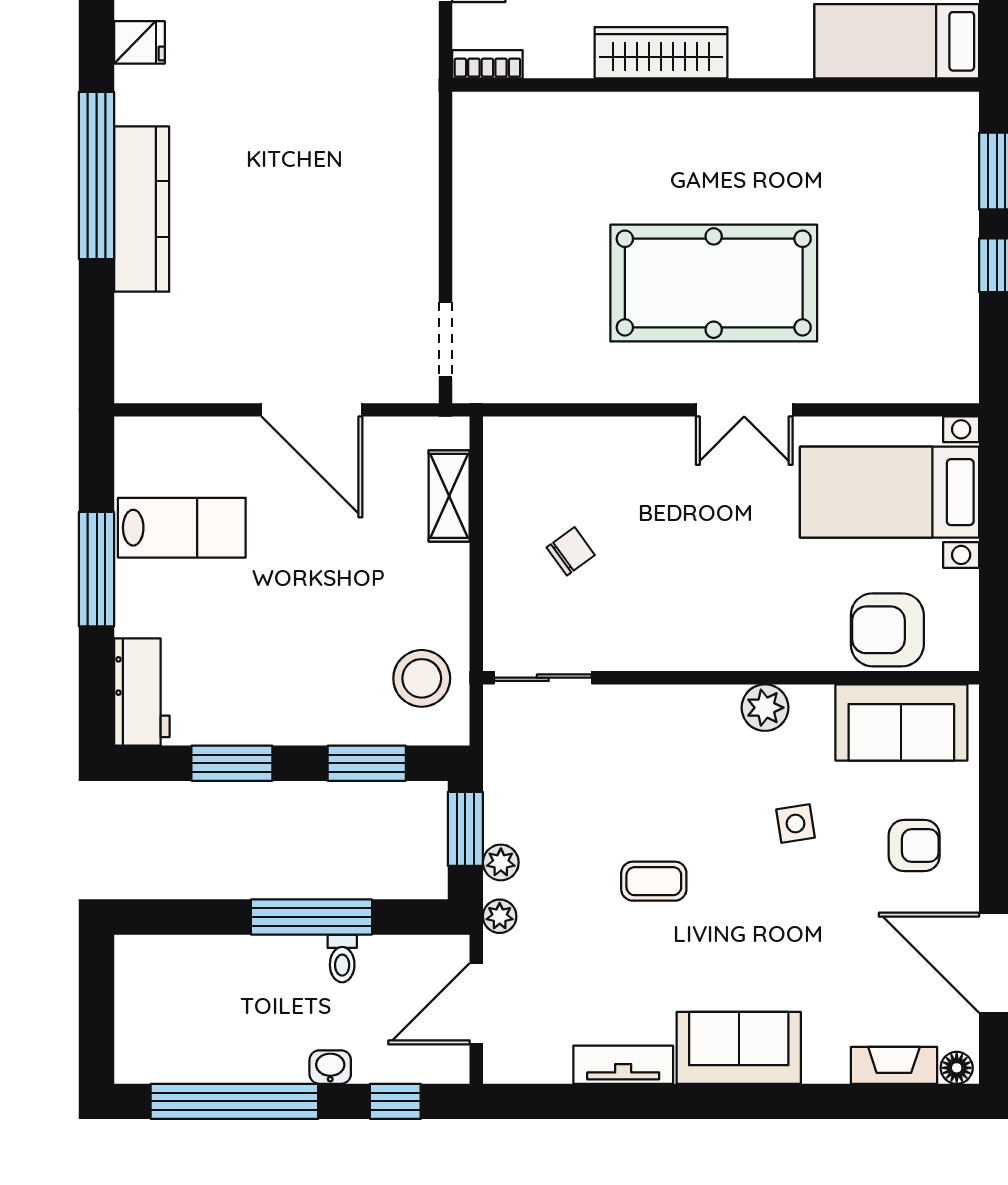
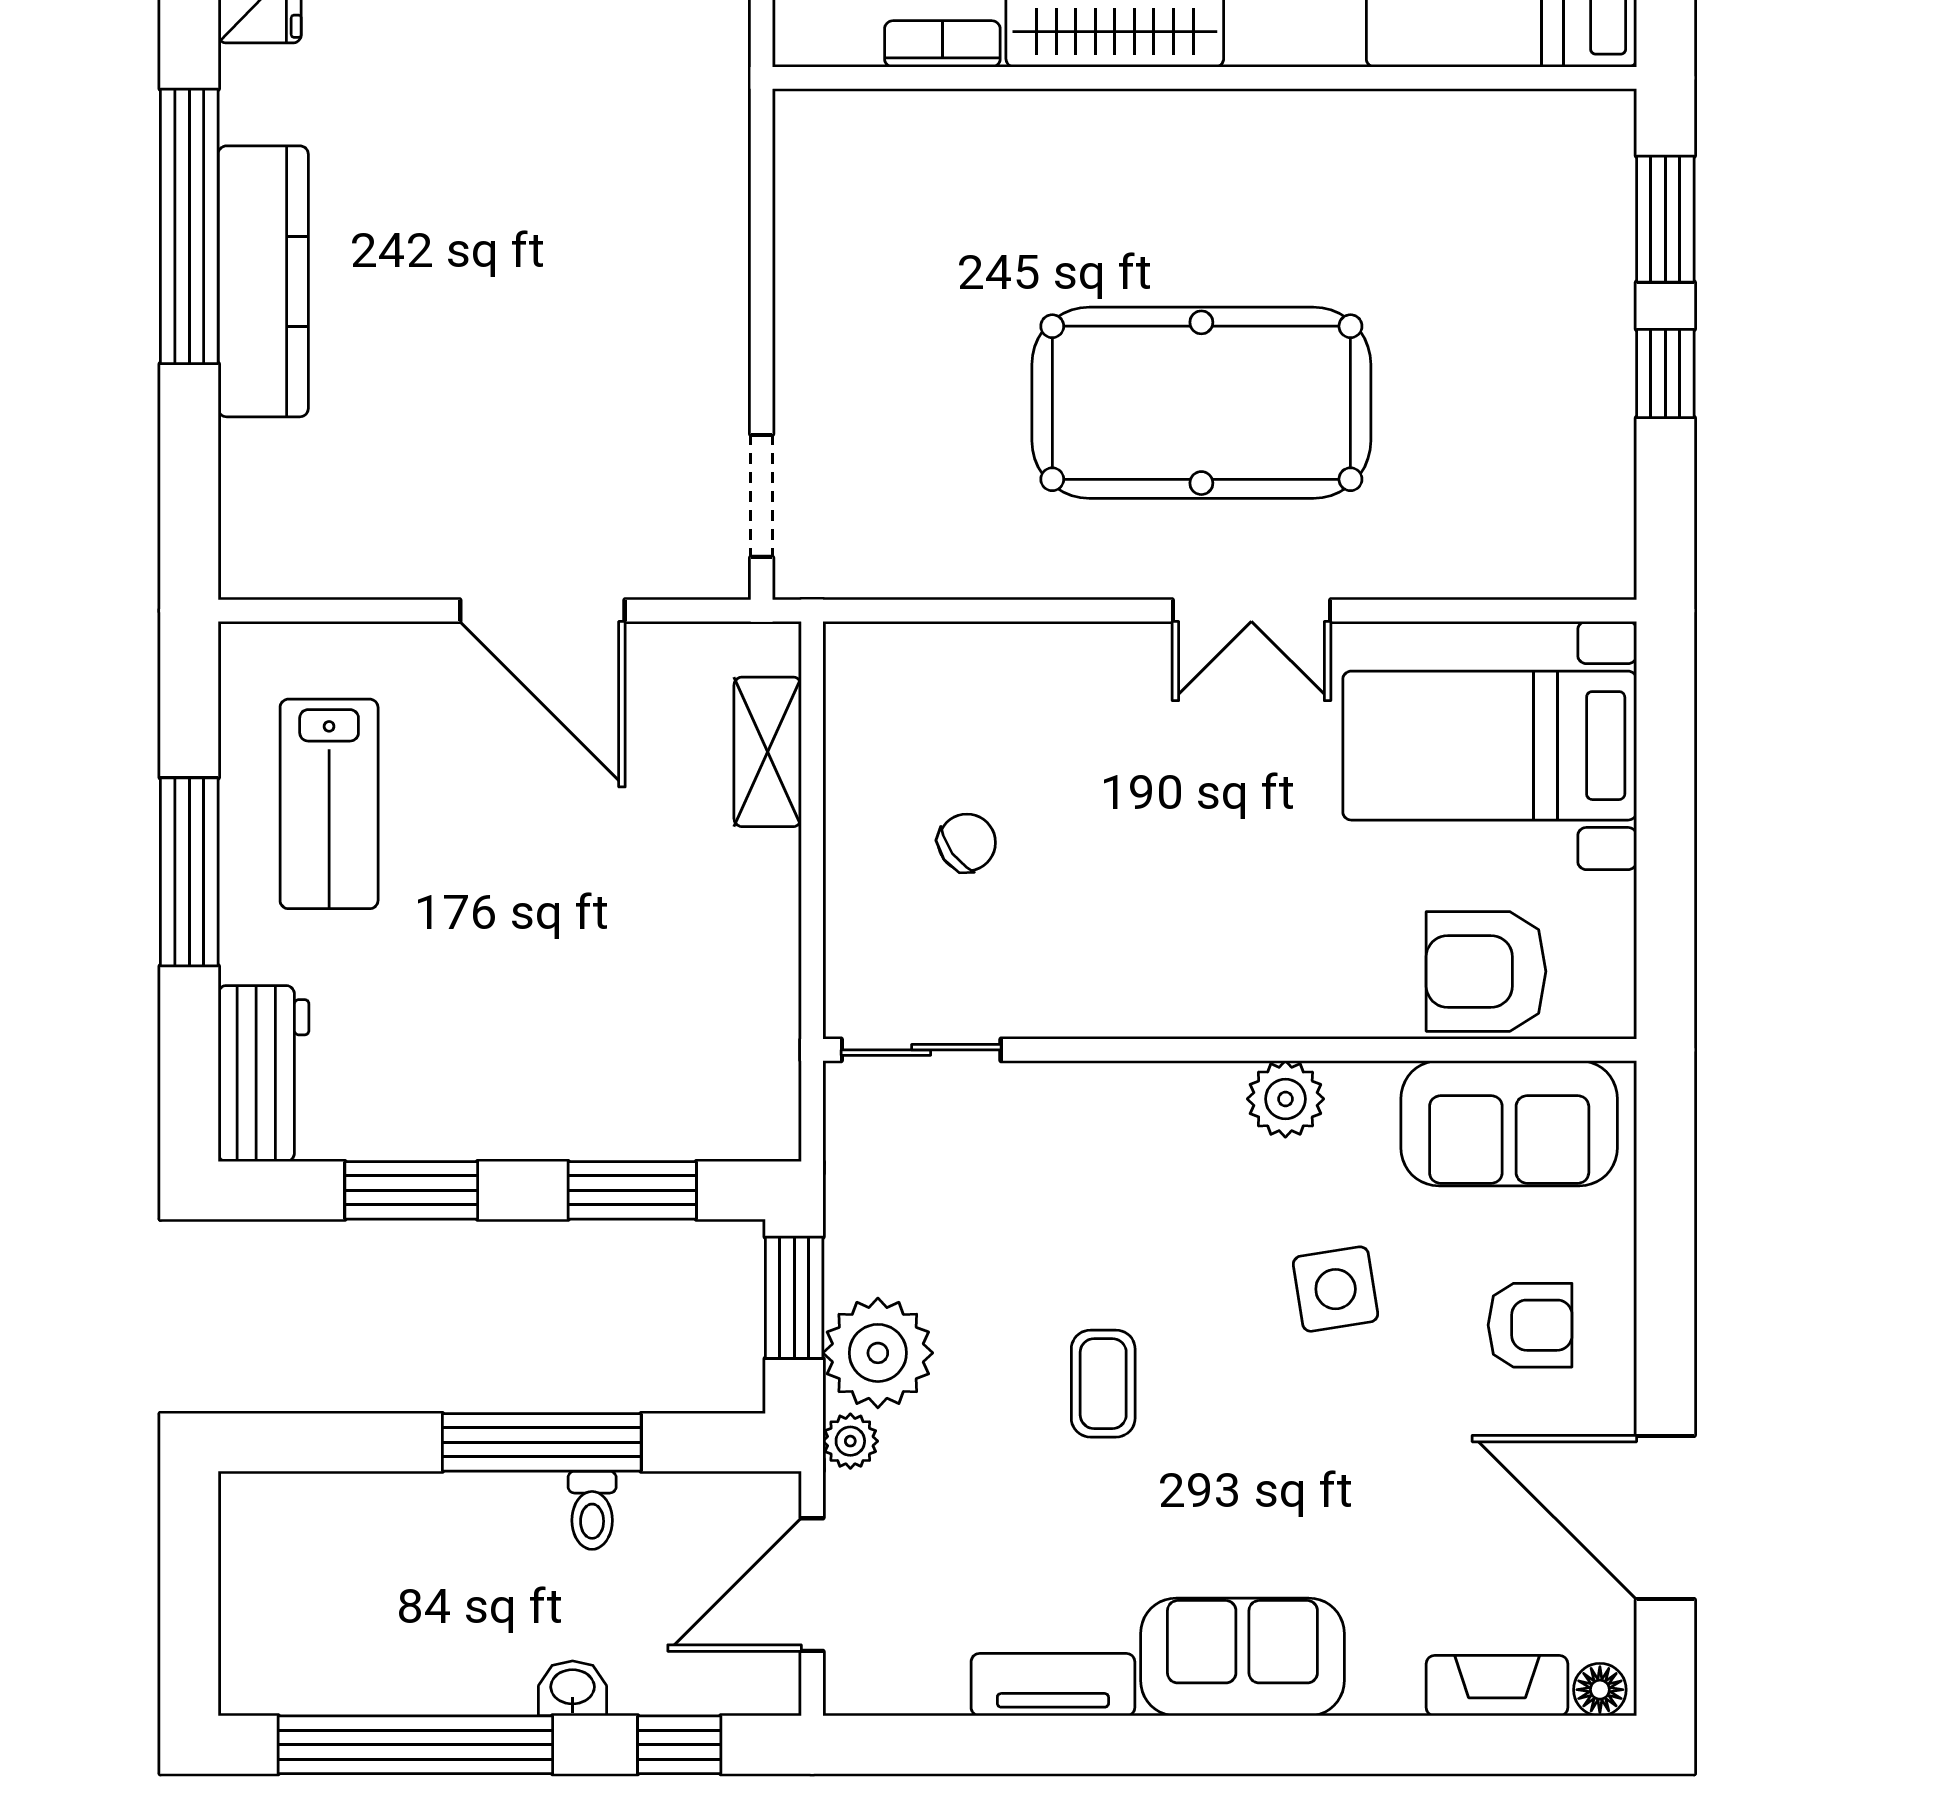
bookcase: (487, 64) -> (942, 44), moved
lab bench: (182, 528) -> (329, 804), turned 90
stool: (422, 678) -> (723, 1051), removed
side table: (795, 824) -> (1336, 1289), width x1.37, depth x1.37
plant: (501, 862) -> (878, 1353), width x1.87, depth x1.87
coffee table: (654, 881) -> (1103, 1384), turned 90

